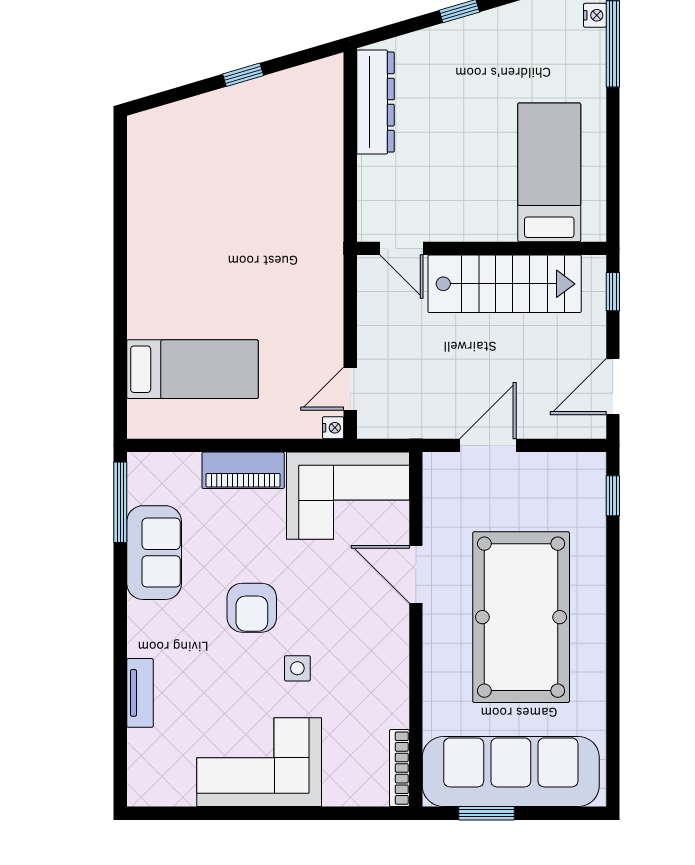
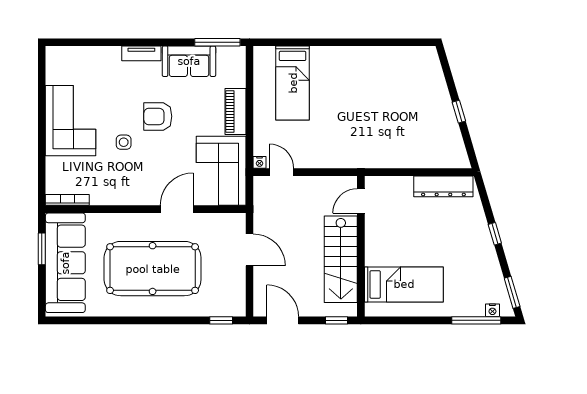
tv unit: (140, 693) -> (141, 53), moved

